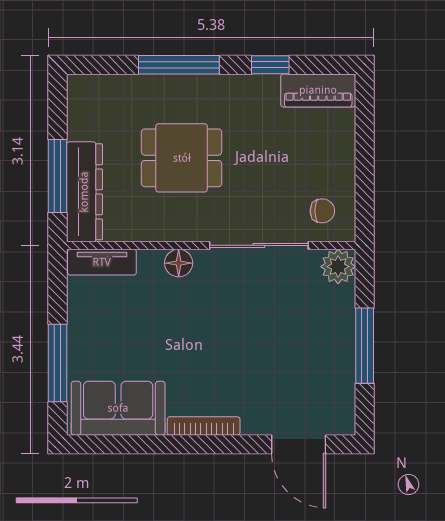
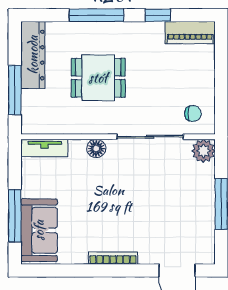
dresser: (84, 192) -> (33, 55), moved
sofa: (118, 408) -> (39, 230), moved, turned 90

